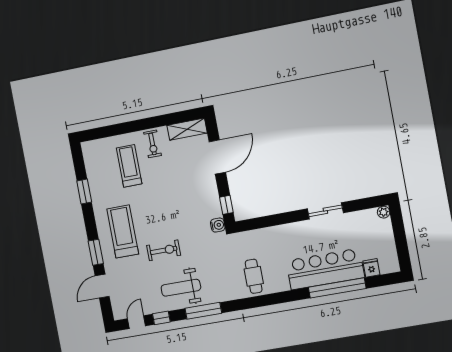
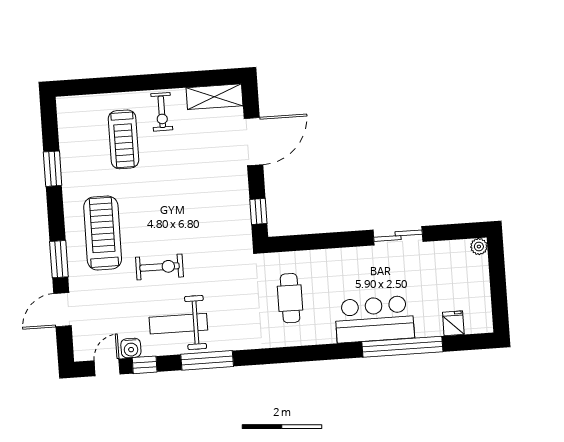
treadmill: (129, 166) -> (124, 139), turned 180
water cooler: (218, 225) -> (131, 348), moved, turned 90
bar counter: (325, 269) -> (374, 319), width x0.73
cafe table: (254, 276) -> (290, 298), moved

